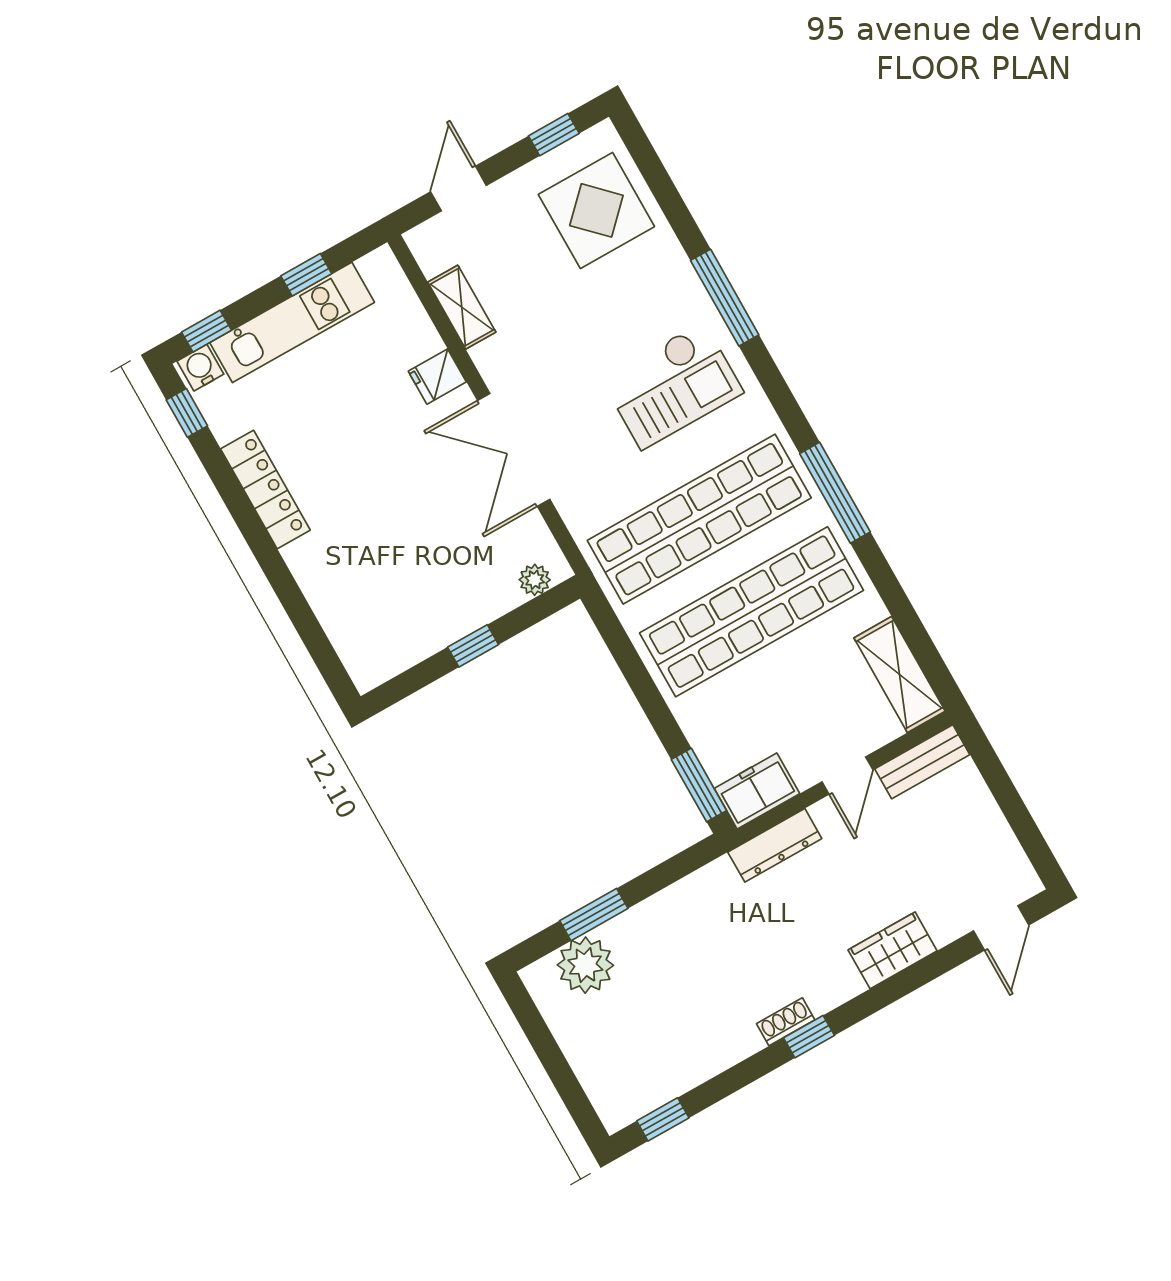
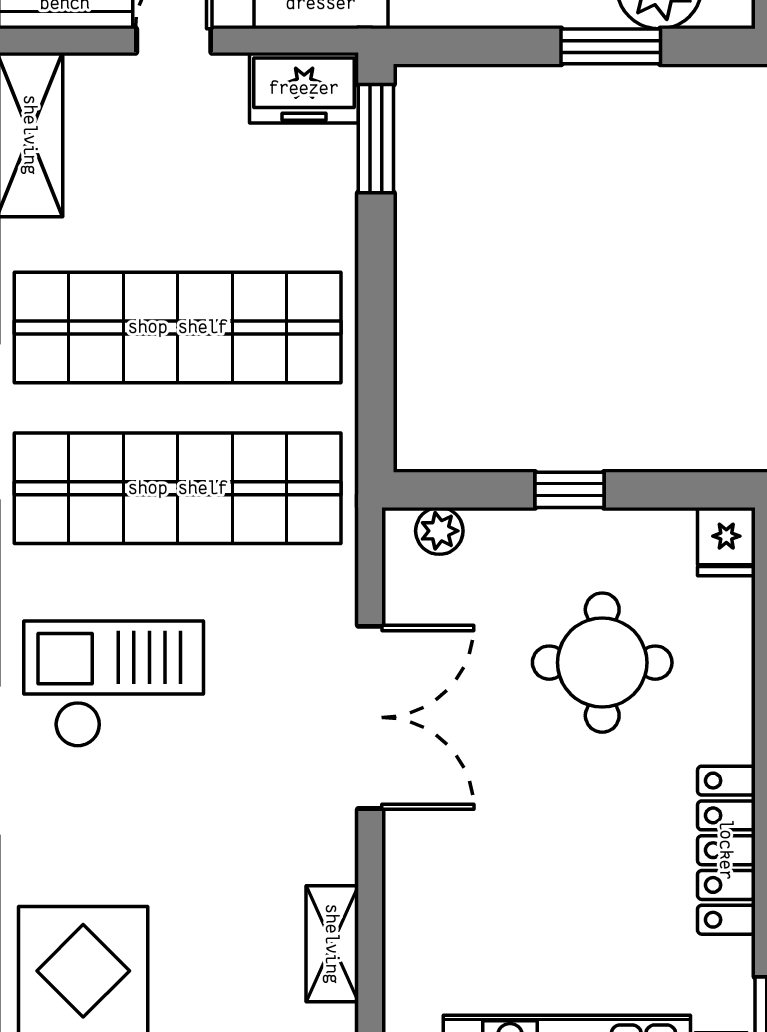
fridge: (437, 377) -> (726, 542), moved, turned 90
round table: (398, 557) -> (602, 663), added

